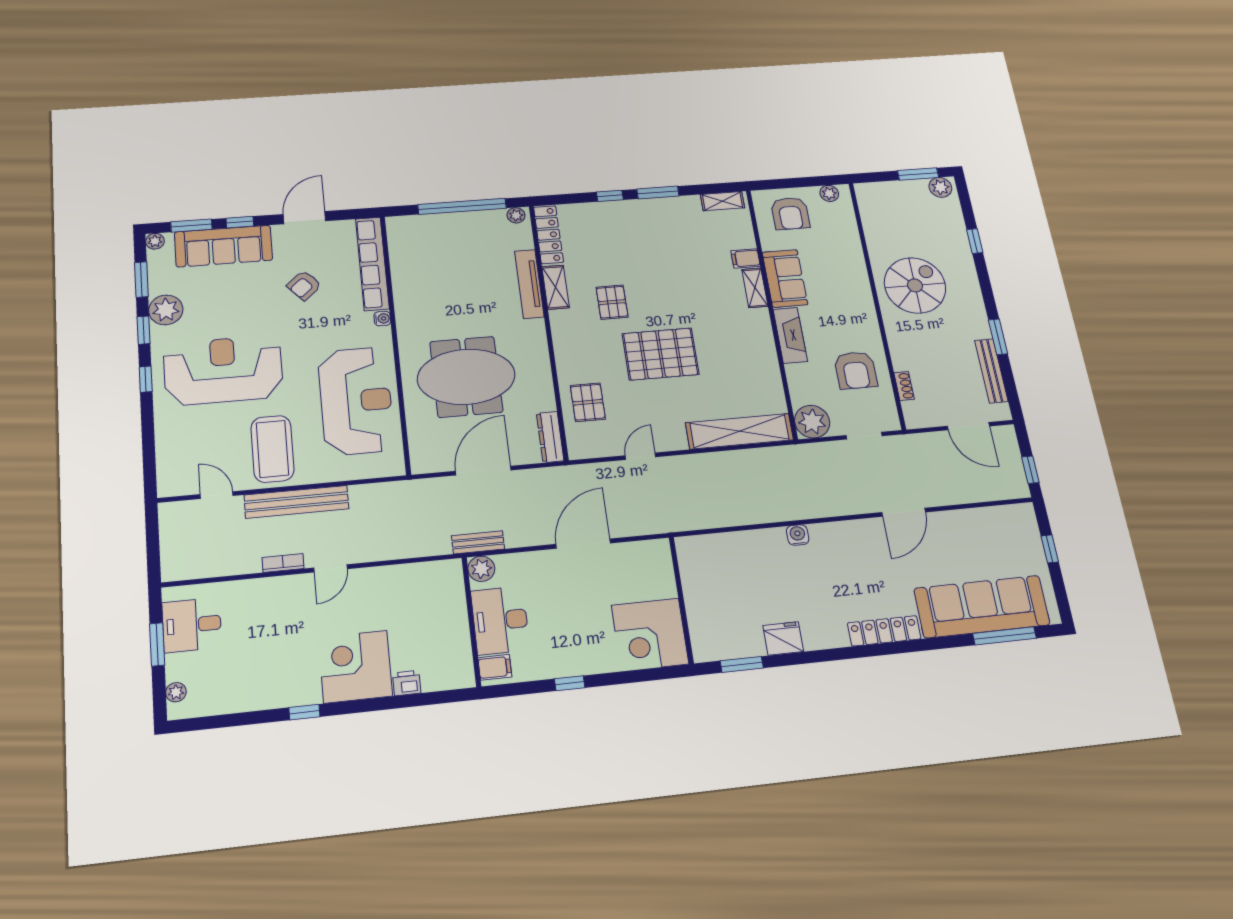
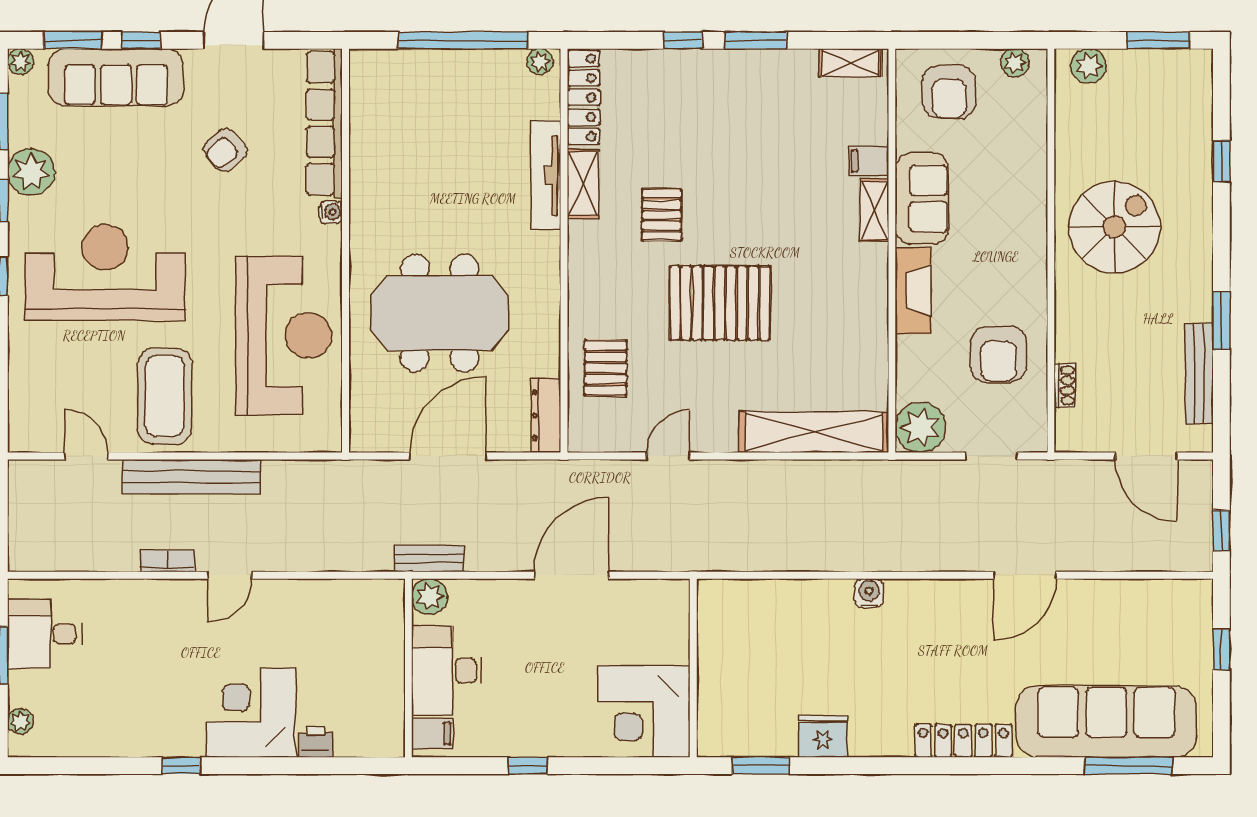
plant: (940, 187) -> (1089, 66), moved

